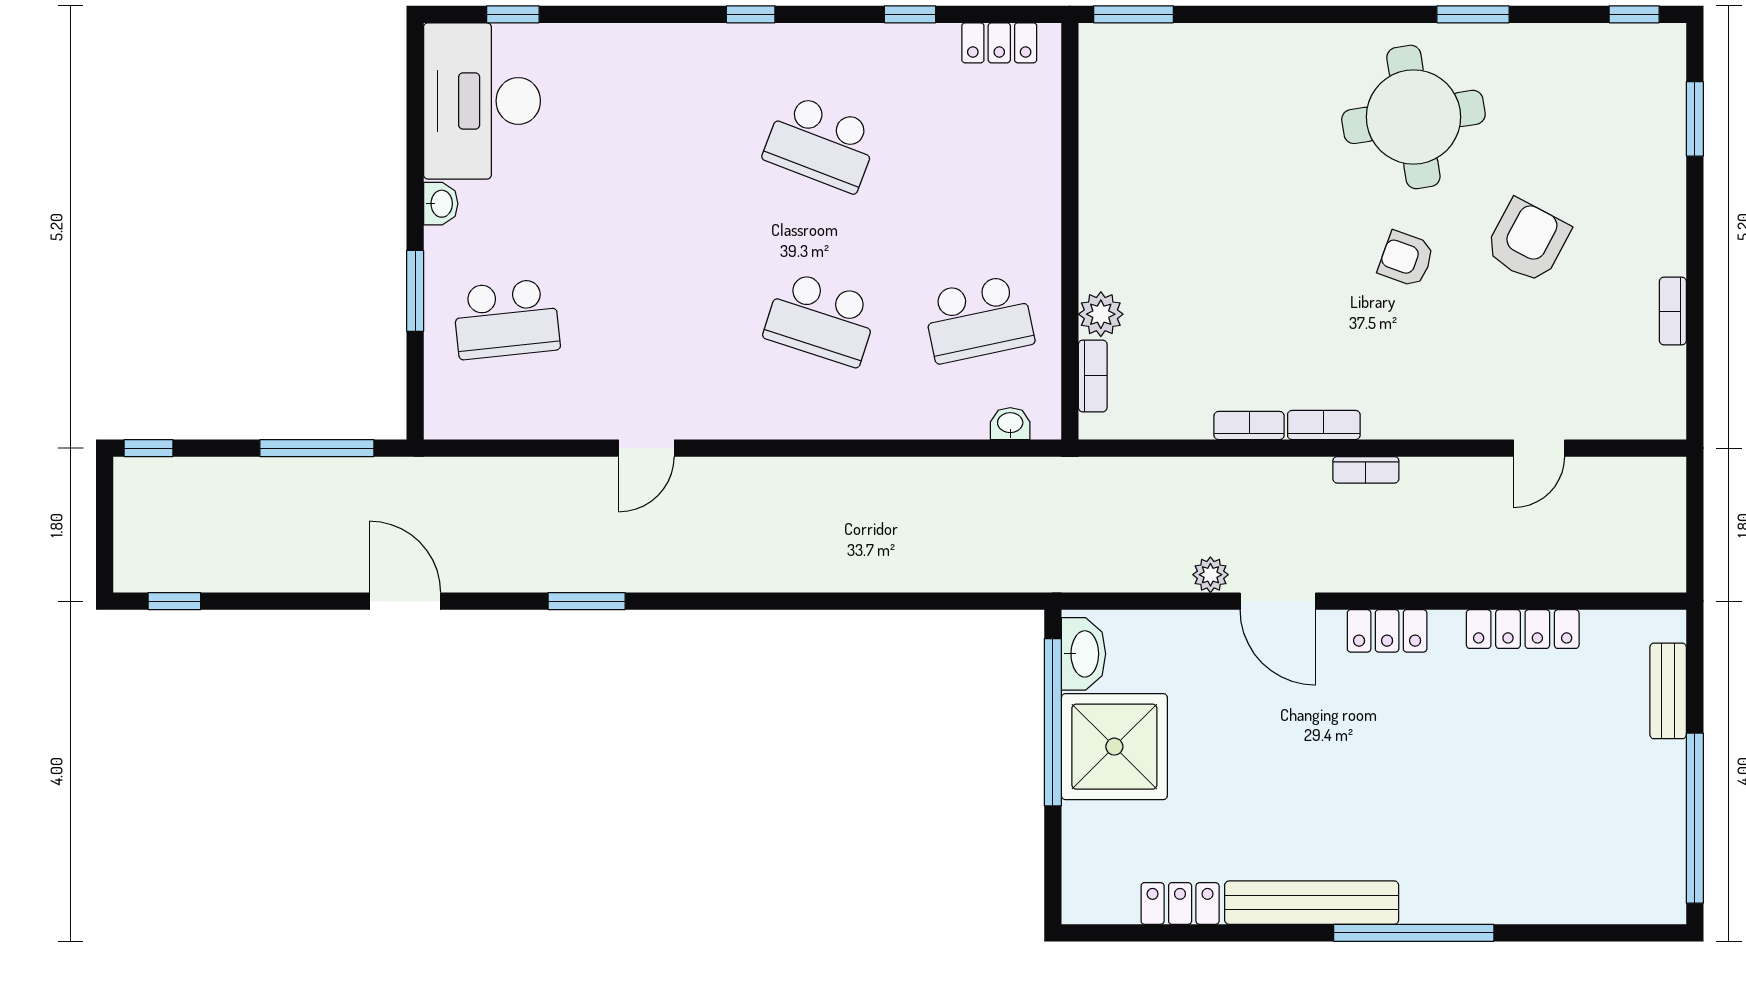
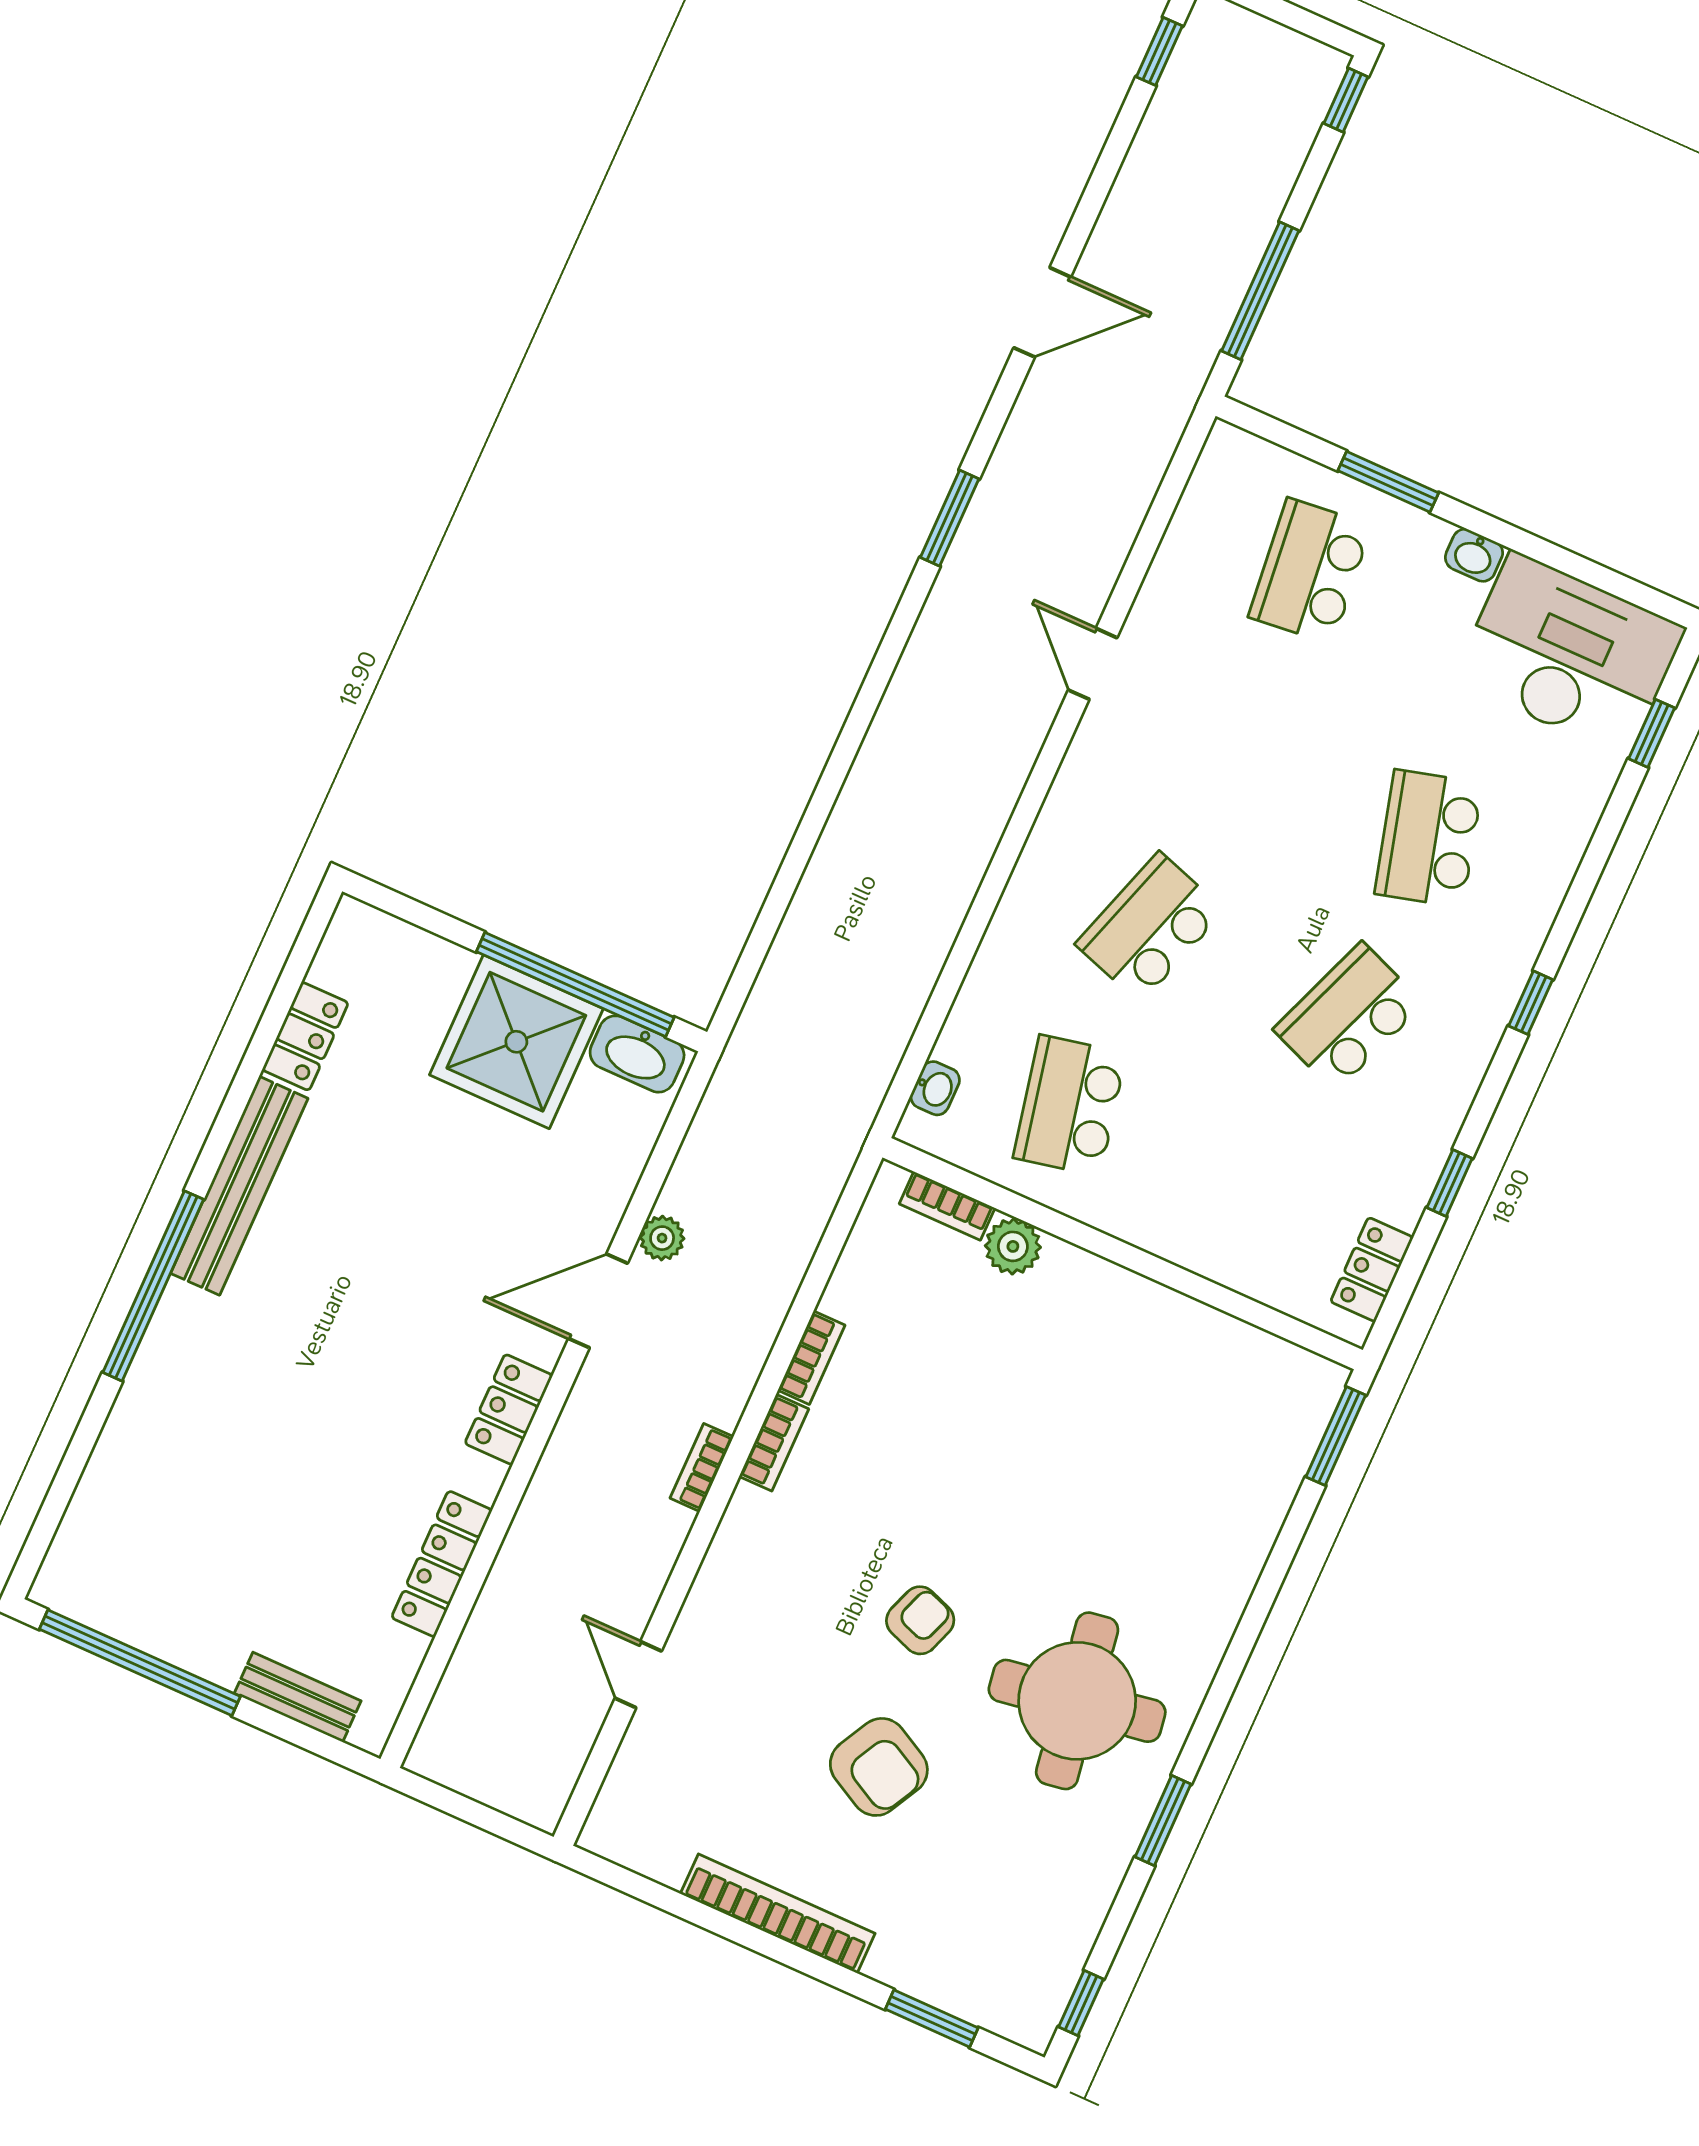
school desk: (664, 143) -> (1429, 838), added
bookcase: (1673, 311) -> (778, 1914), width x2.31, depth x1.31

